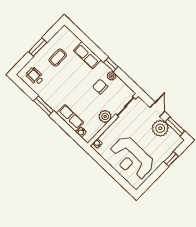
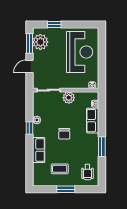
chair: (100, 87) -> (64, 134), moved
plant: (160, 128) -> (40, 42), moved

